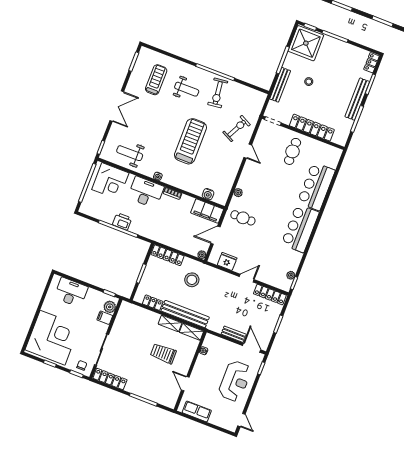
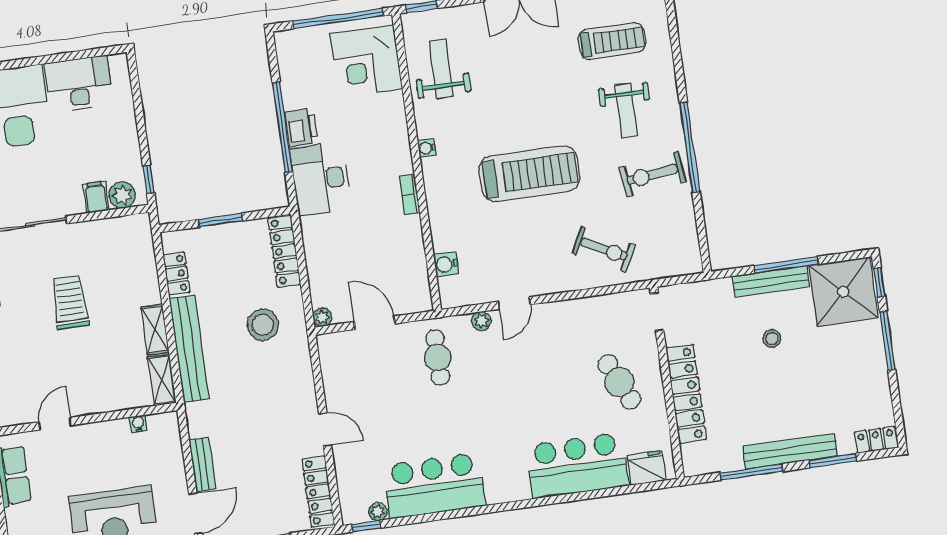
bench: (280, 85) -> (771, 281), moved
door: (248, 151) -> (514, 303), moved
cafe table: (293, 151) -> (619, 382), turned 65
desk: (146, 192) -> (321, 179), moved, turned 180
filing cabinet: (207, 211) -> (412, 281), removed
bar counter: (300, 228) -> (434, 486), moved
fridge: (227, 261) -> (647, 468), moved, turned -90
desk: (71, 292) -> (79, 84), moved, turned -90
trolley: (163, 353) -> (70, 302), moved

